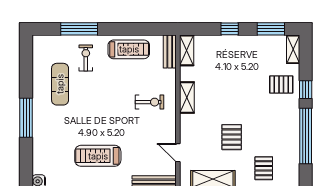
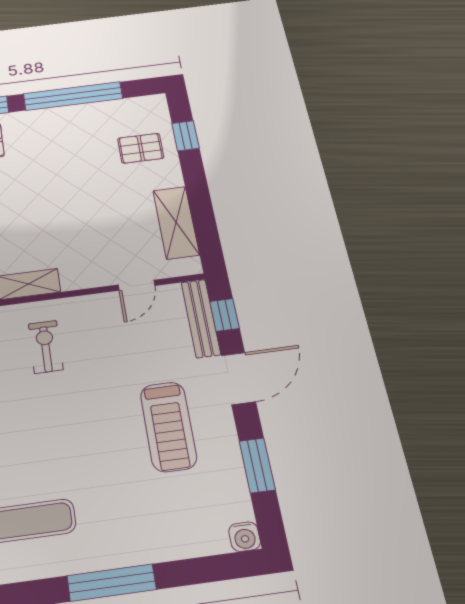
pallet: (232, 137) -> (92, 203), removed

